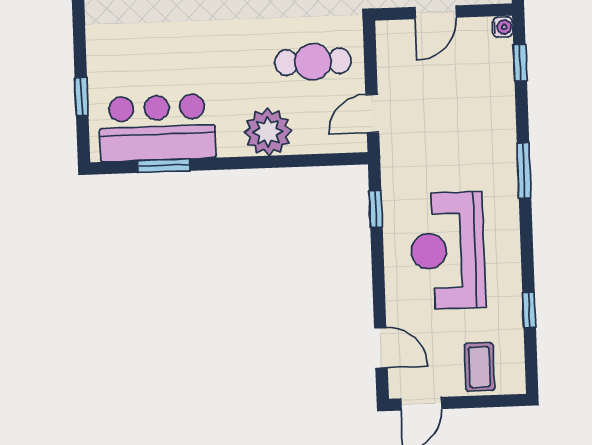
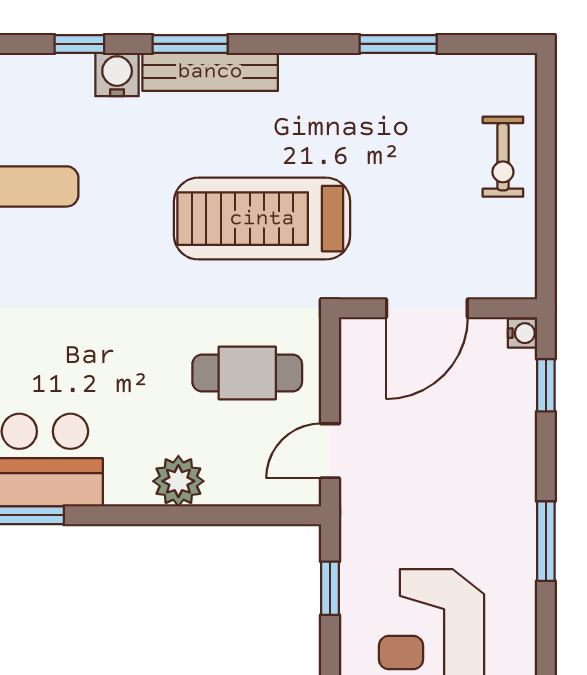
door: (436, 12) -> (427, 308), width x1.38
plant: (268, 132) -> (178, 481), width x0.73, depth x0.73

